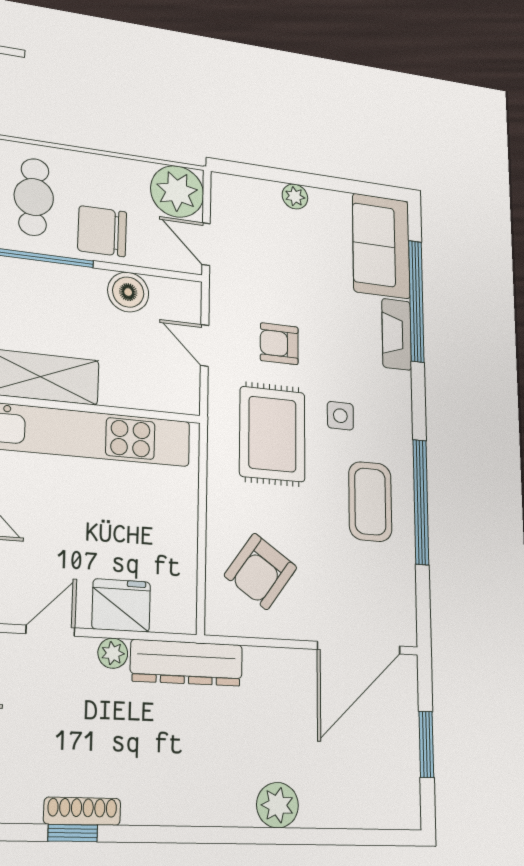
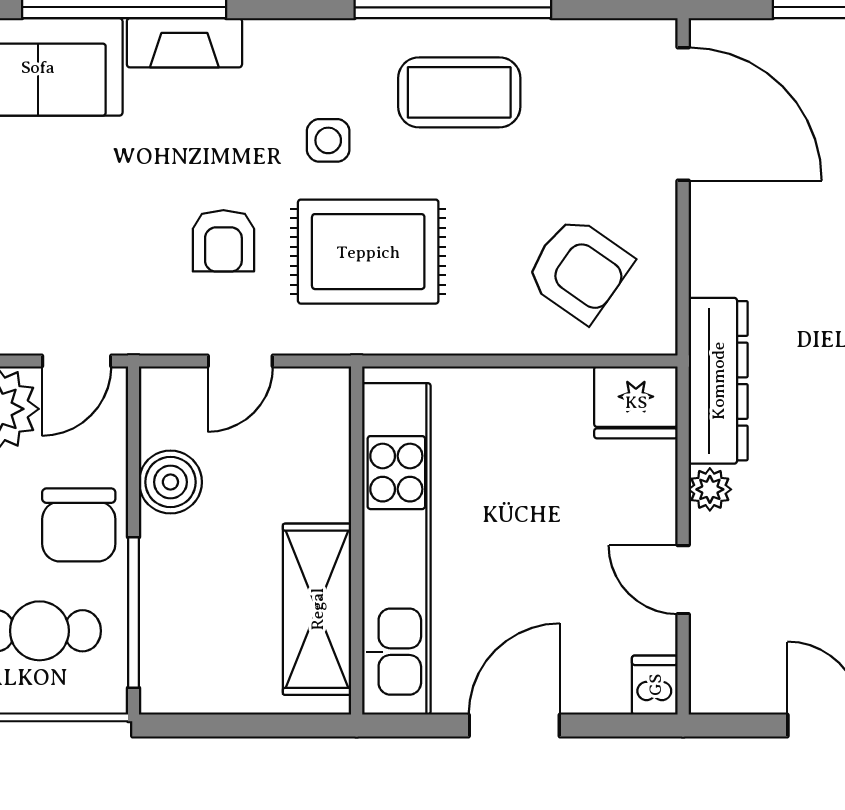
fridge: (121, 605) -> (636, 402), moved, turned -90

